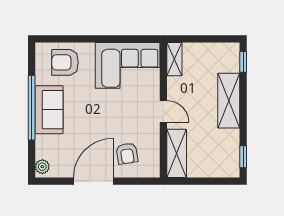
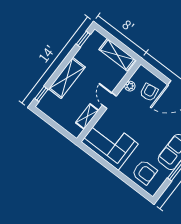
shelving: (174, 59) -> (87, 116), moved
plant: (153, 144) -> (130, 86), added
shelving: (177, 153) -> (117, 55), moved, turned 90

